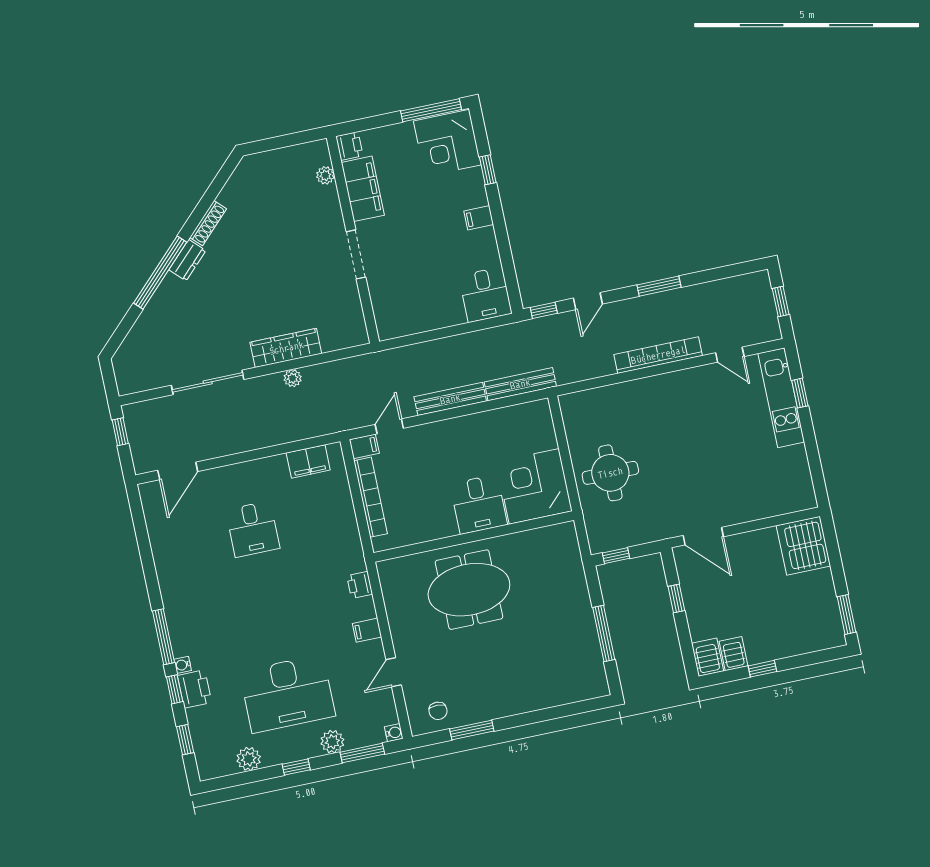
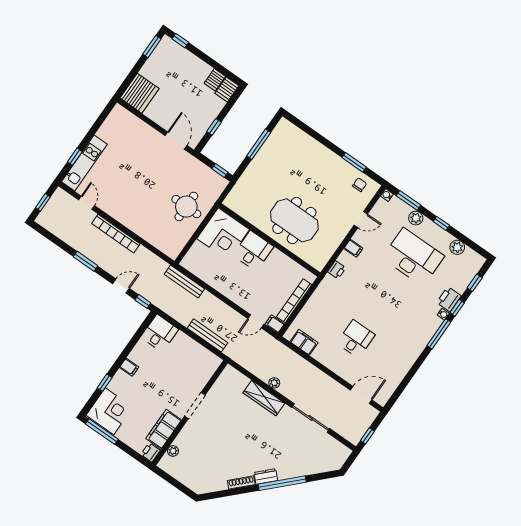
bench: (450, 399) -> (207, 335), moved
window: (762, 669) -> (180, 41), moved

